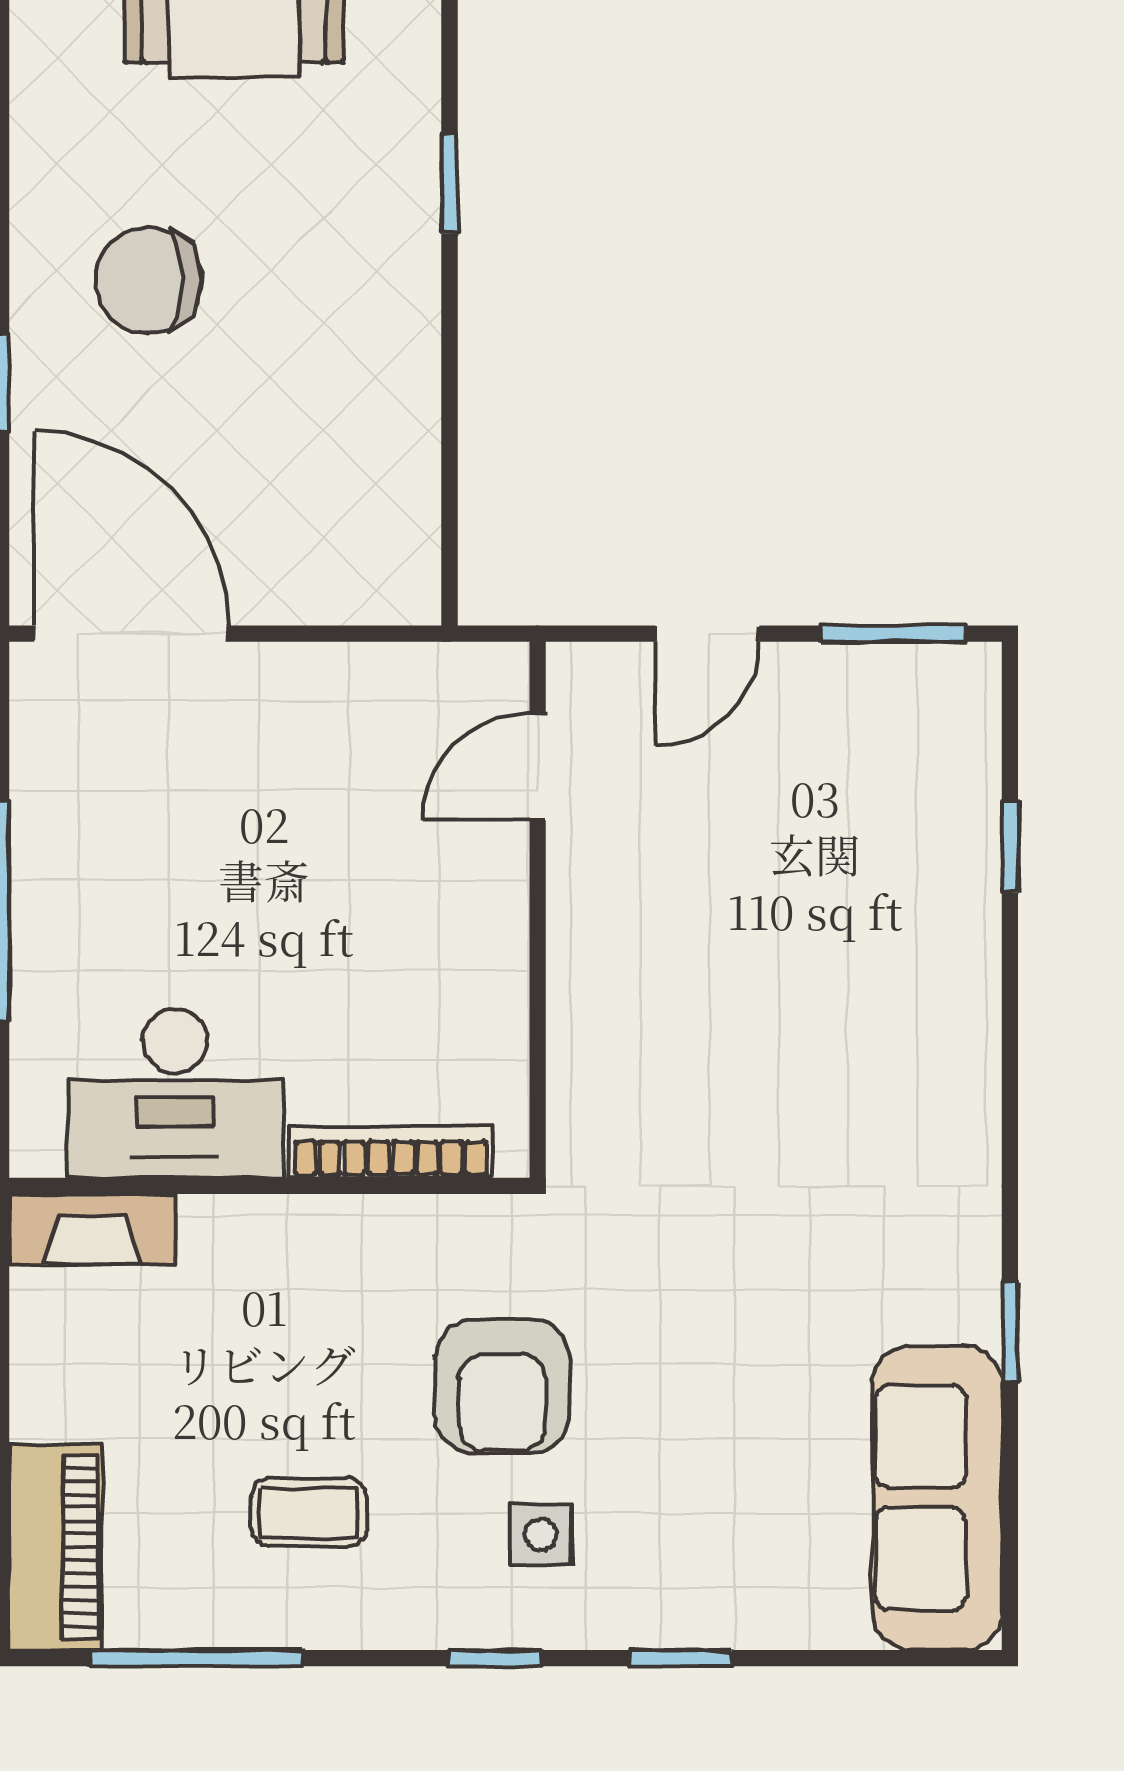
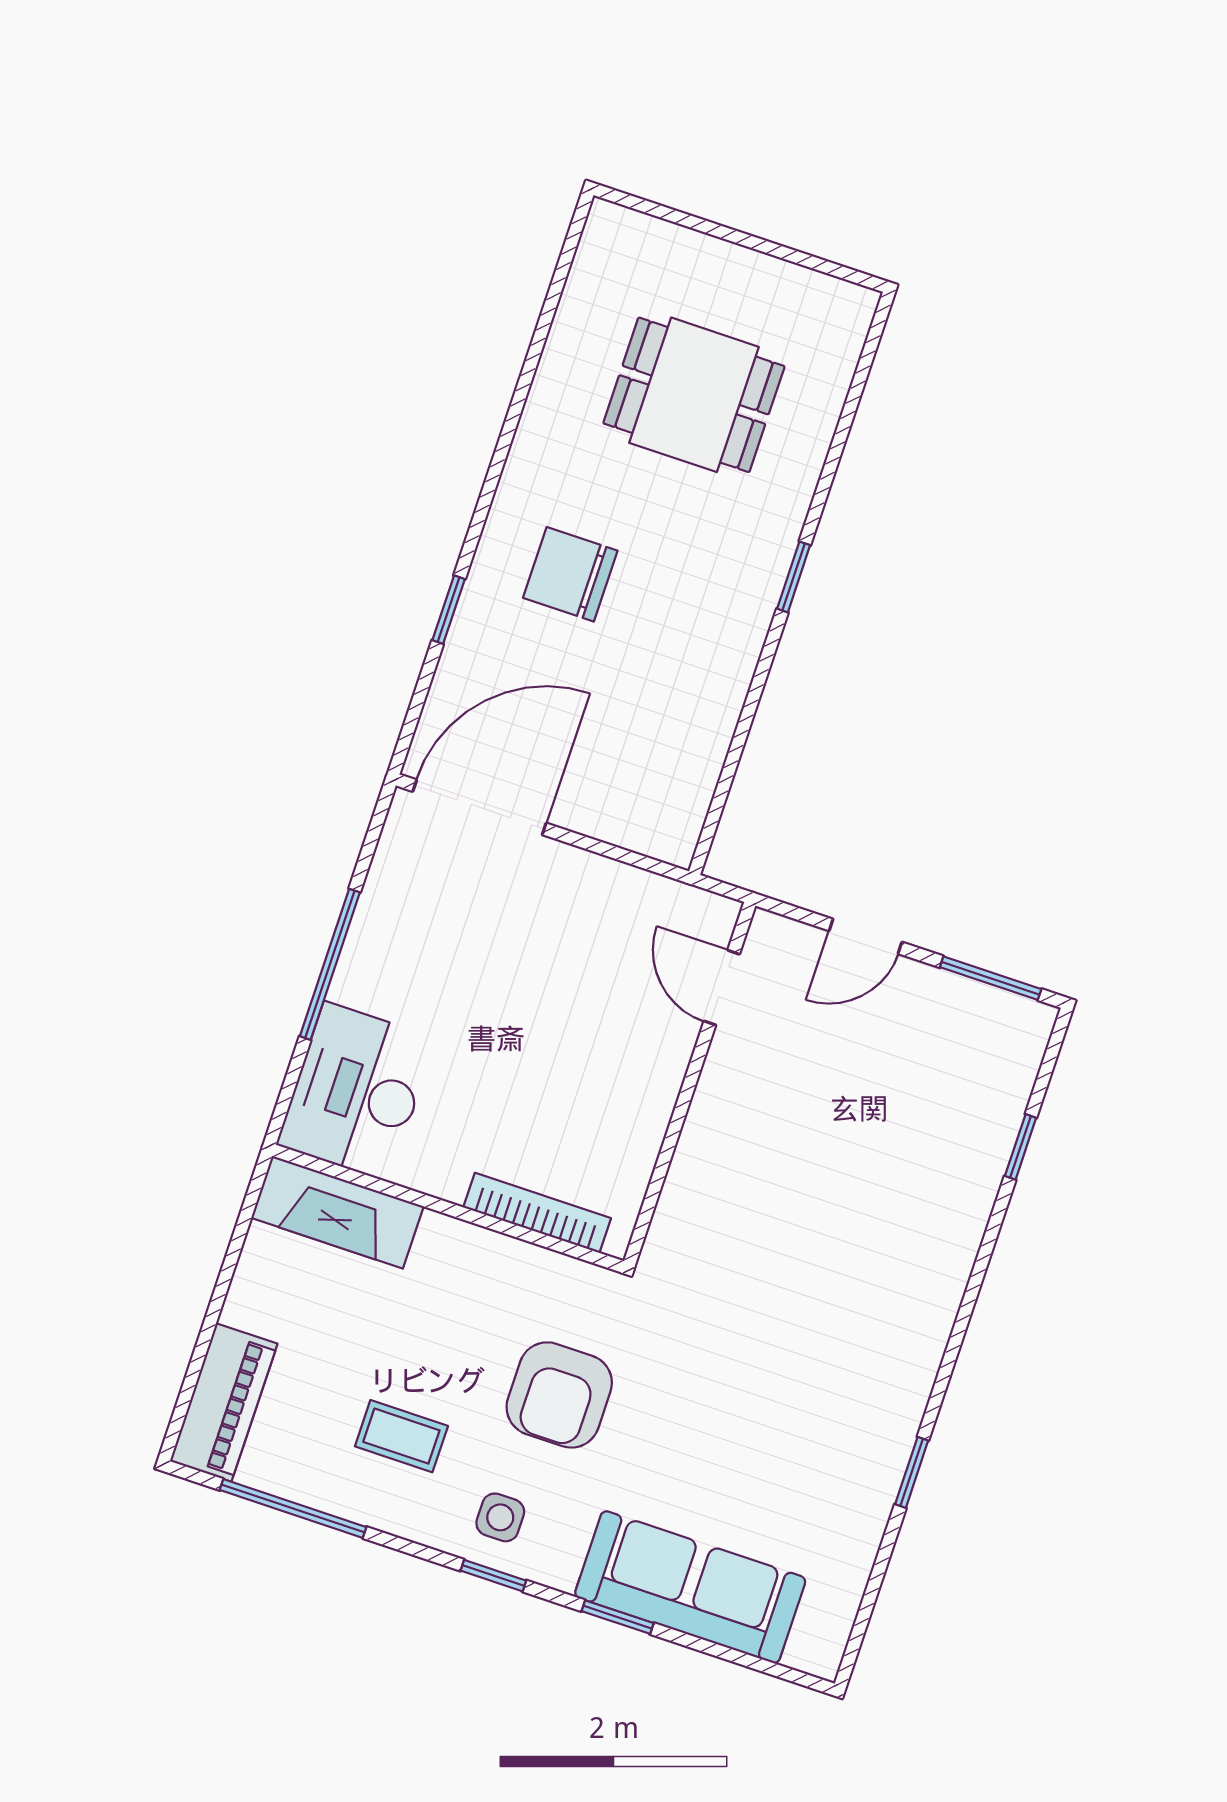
door: (131, 634) -> (479, 807), hinge flipped
door: (538, 767) -> (722, 988), hinge flipped
desk: (175, 1093) -> (356, 1092), moved, turned 90
fireplace: (92, 1229) -> (337, 1212), width x1.37, depth x1.32
sofa: (937, 1498) -> (690, 1587), moved, turned 90
side table: (541, 1534) -> (500, 1517), moved

